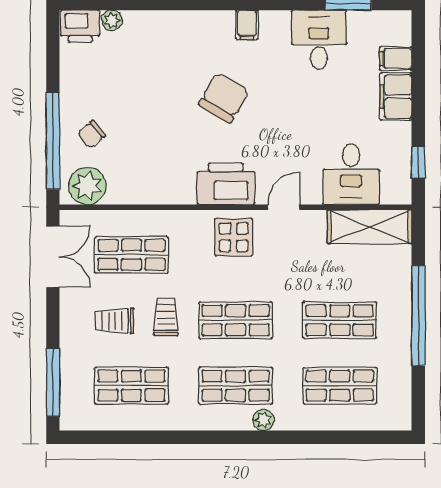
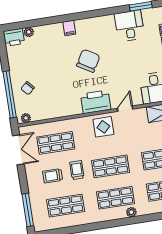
filing cabinet: (247, 25) -> (69, 28), moved
plant: (87, 186) -> (26, 118), width x0.53, depth x0.53

